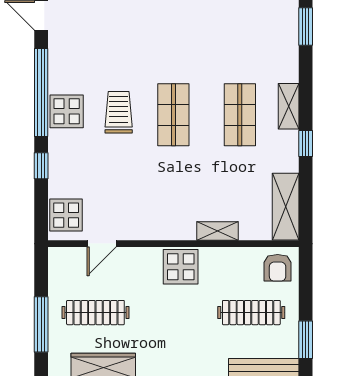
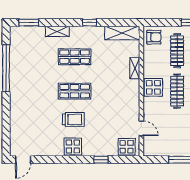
window: (41, 93) -> (63, 160), removed
shelving: (289, 106) -> (57, 31), moved
trolley: (119, 112) -> (73, 119), turned 180
clothes rail: (95, 313) -> (177, 91), moved

